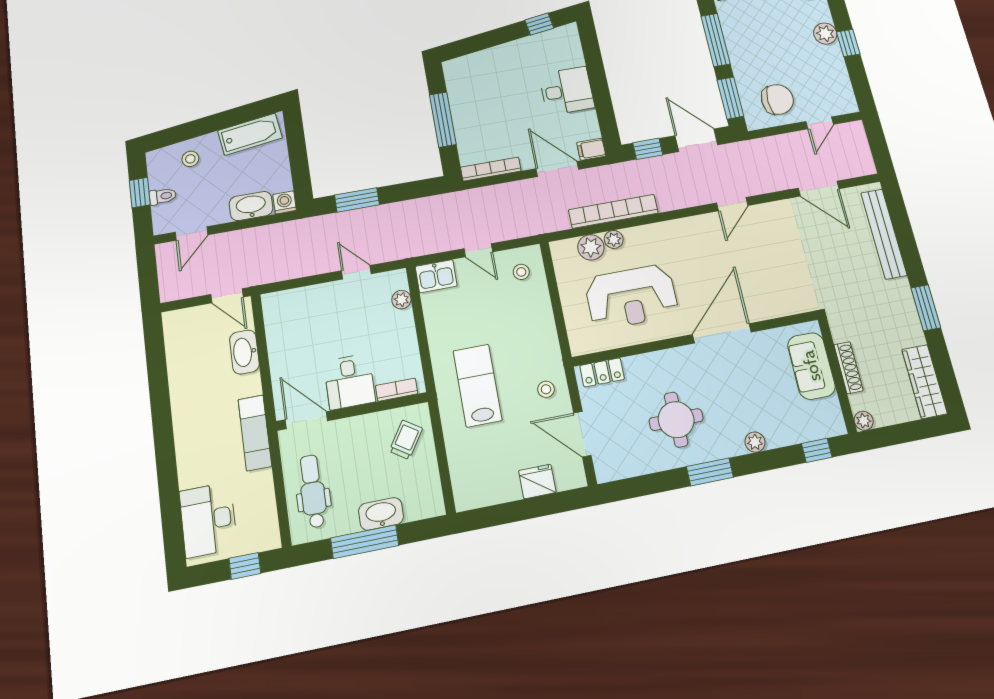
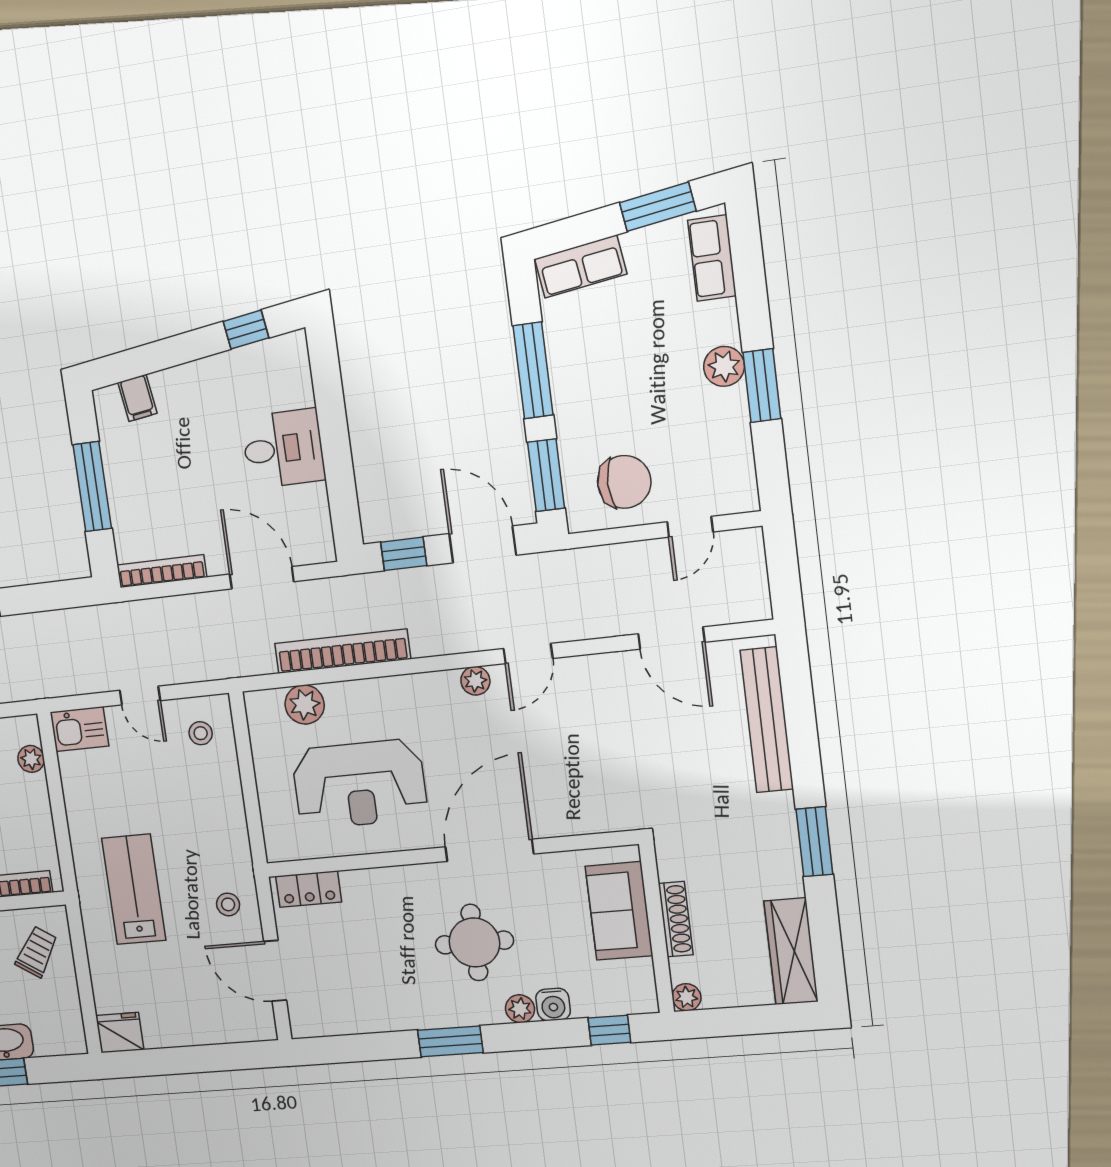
window: (848, 43) -> (762, 386), width x1.50
filing cabinet: (591, 149) -> (137, 398), moved, turned -98
plant: (614, 239) -> (475, 681), moved
round table: (676, 420) -> (474, 942), moved
water cooler: (777, 436) -> (553, 1005), added
fridge: (537, 481) -> (120, 1033), moved

